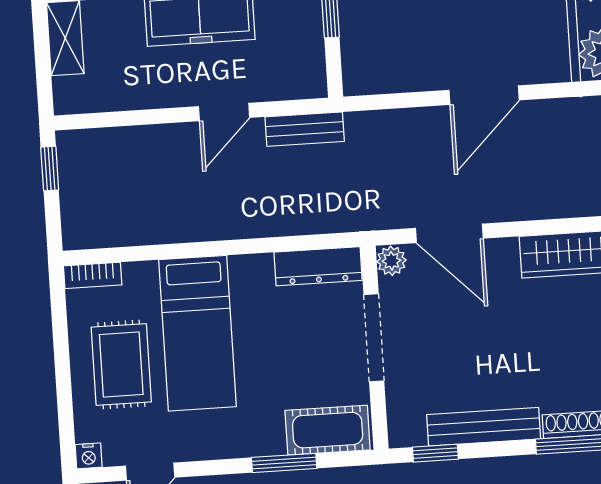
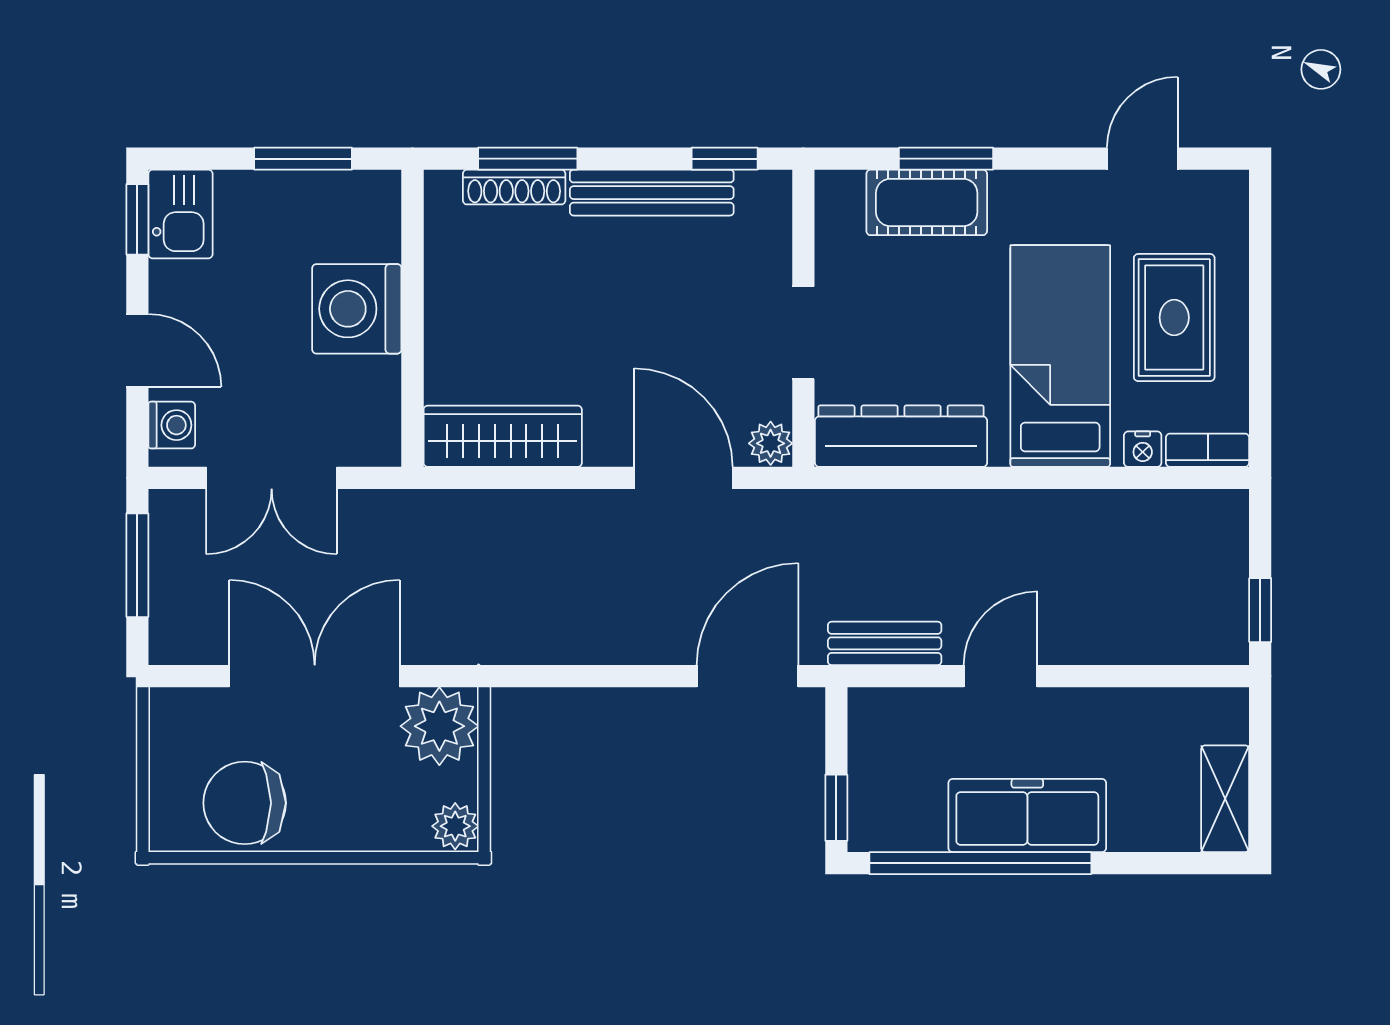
door: (484, 95) -> (747, 676), moved
dresser: (318, 266) -> (901, 436), width x1.37, depth x1.24
doorway: (374, 338) -> (803, 333), width x0.73
cot: (328, 430) -> (927, 202), moved
nightstand: (89, 456) -> (1143, 449), moved, turned 180

